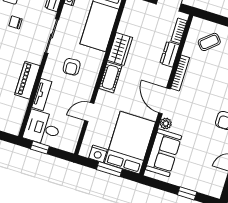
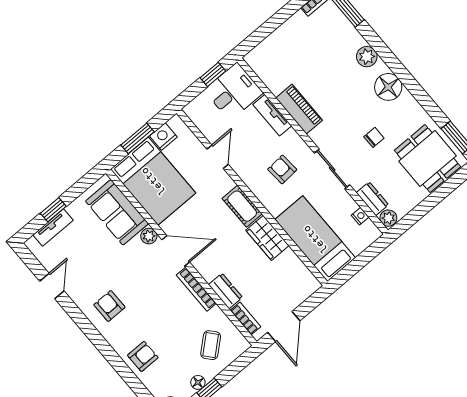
tv unit: (198, 186) -> (53, 228), added

